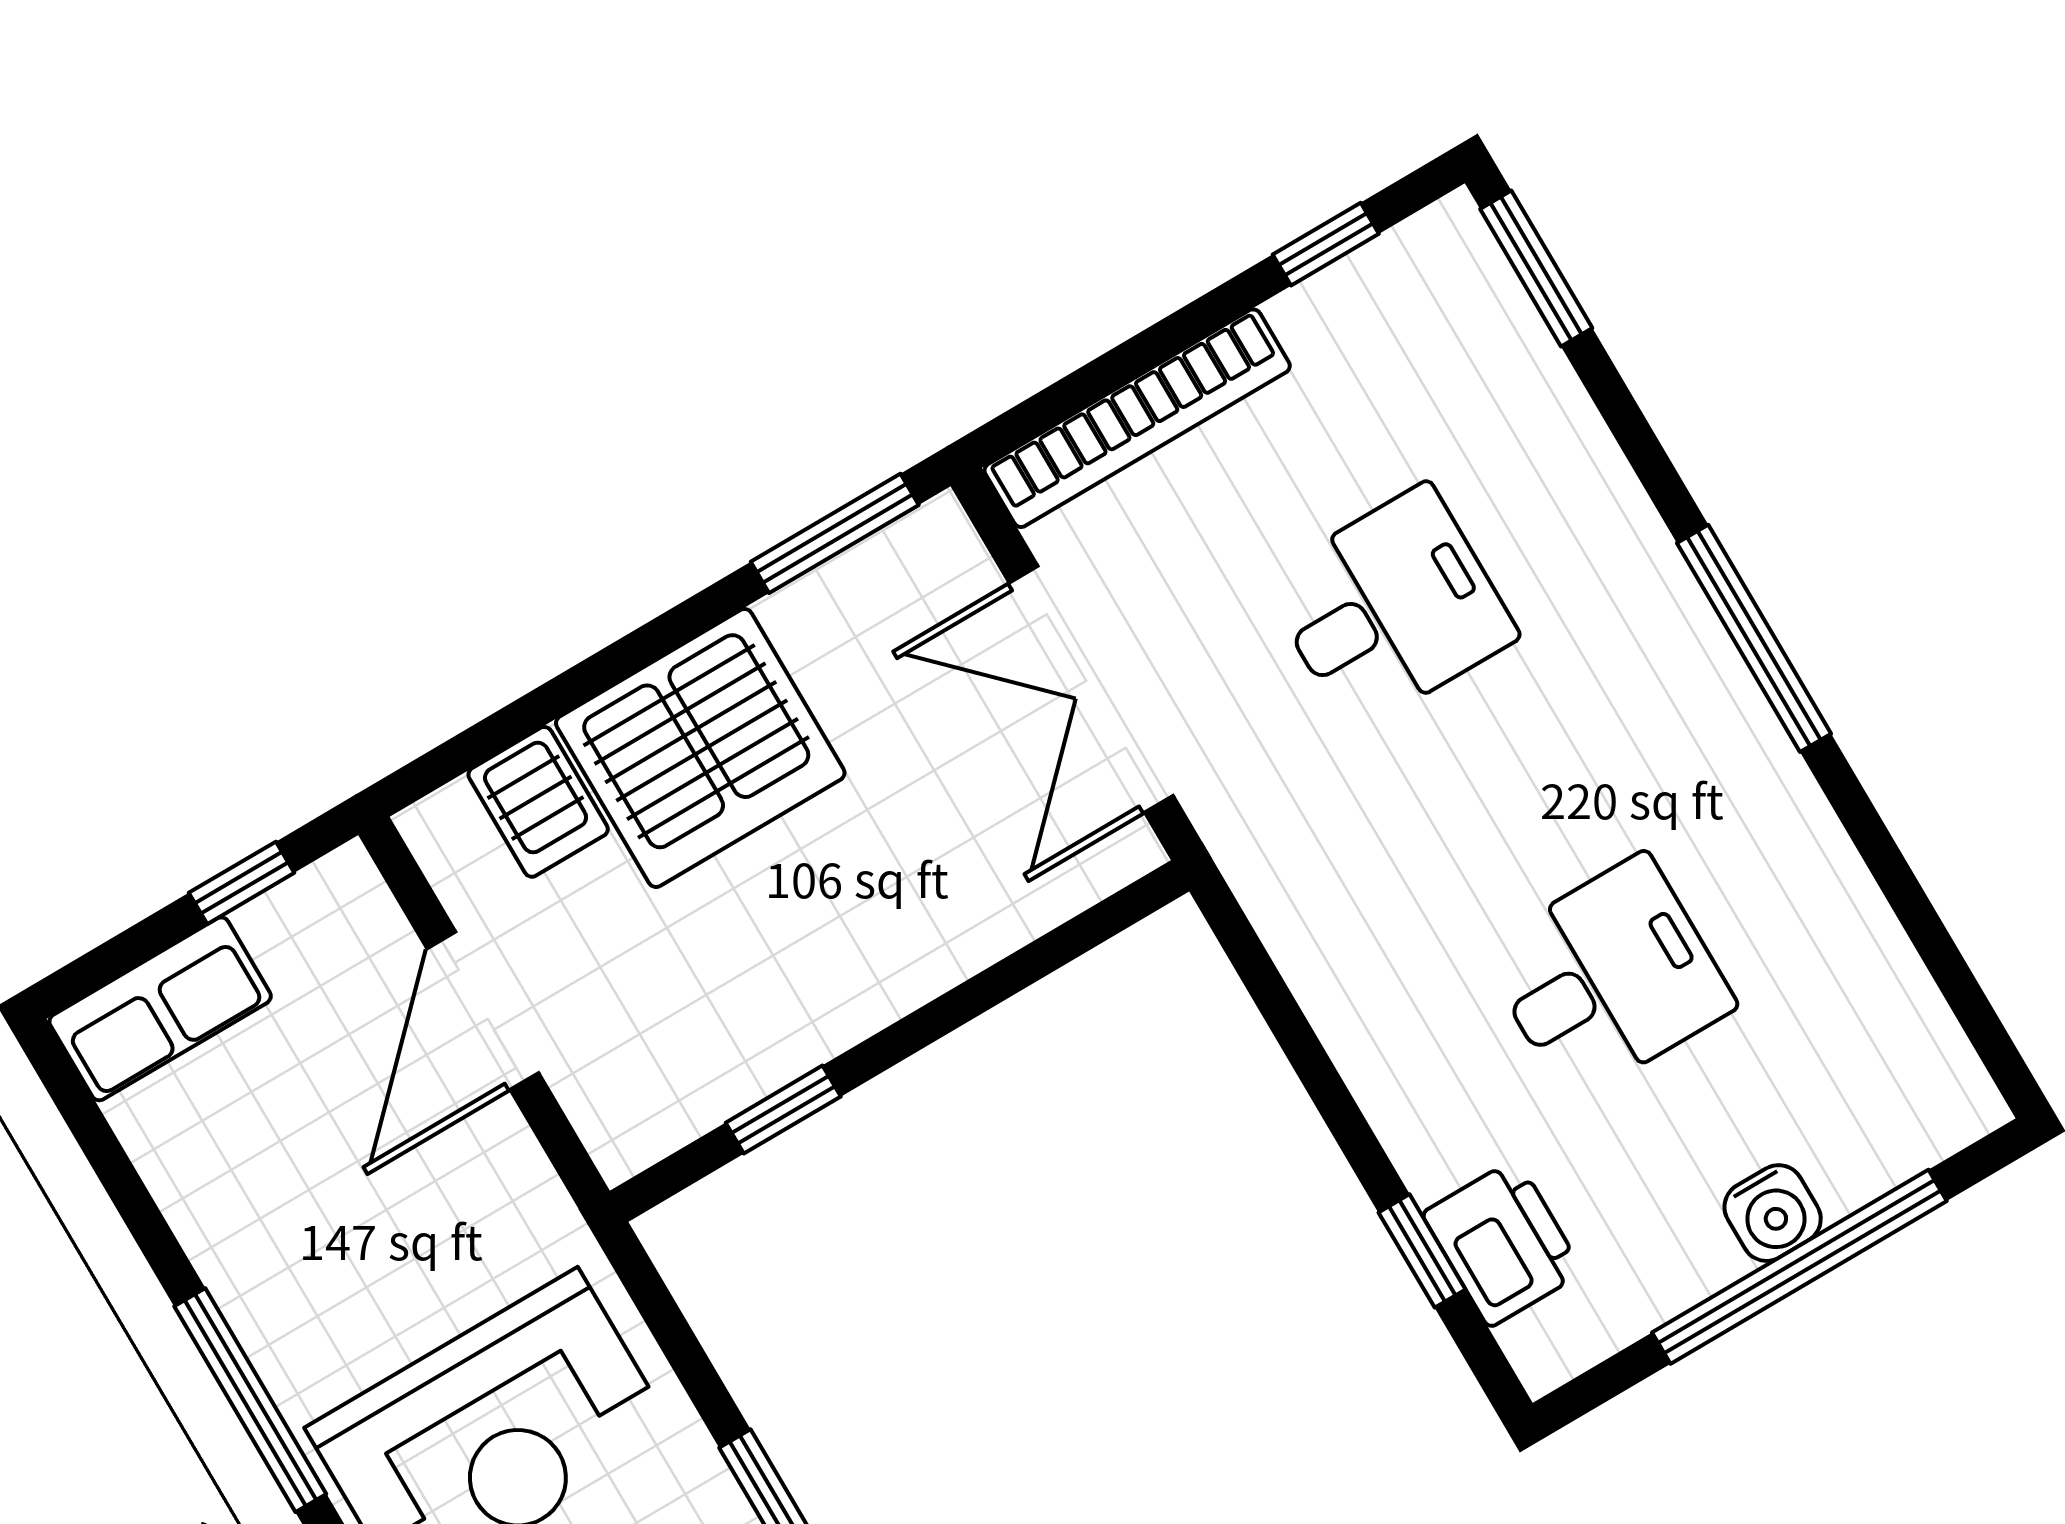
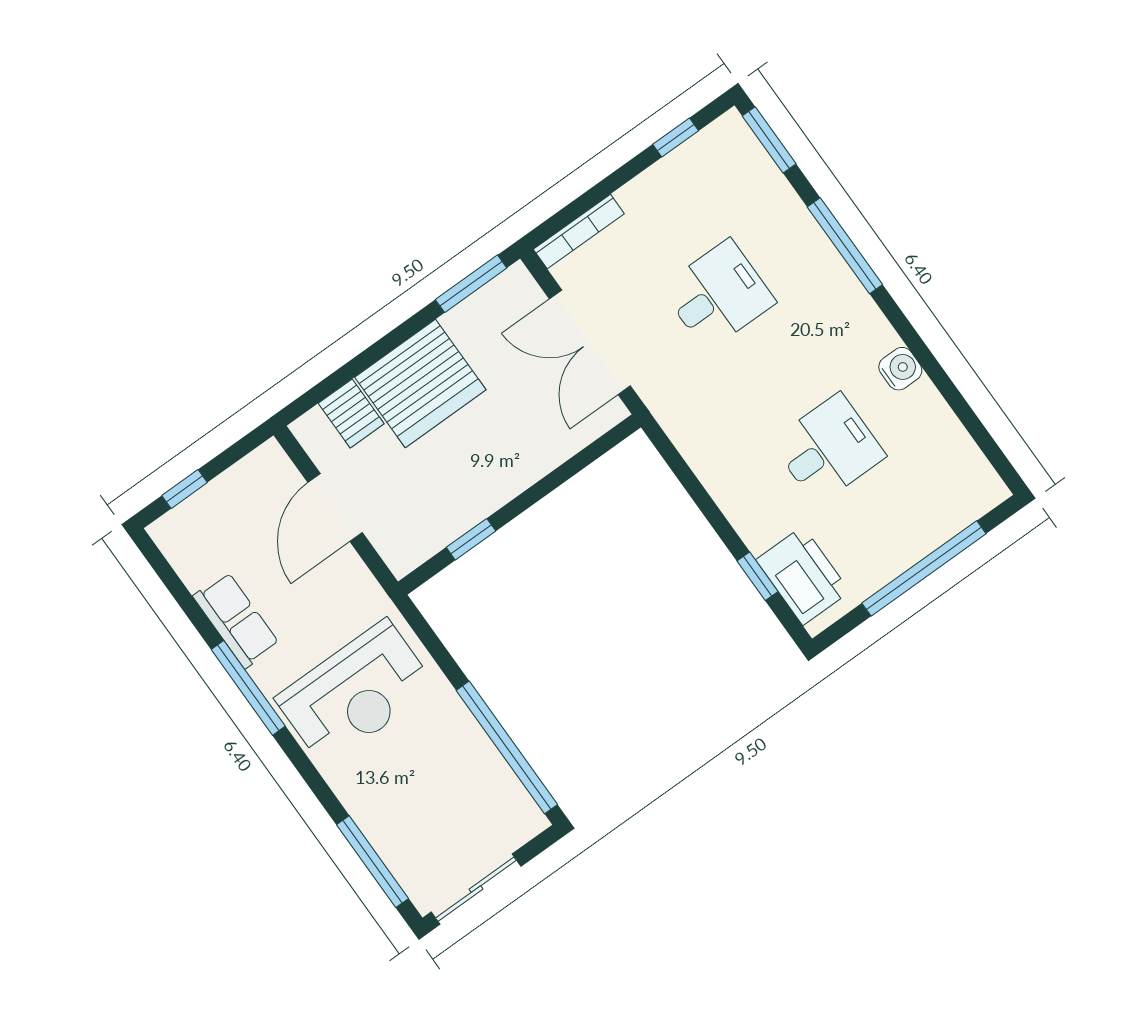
bookcase: (1137, 418) -> (579, 231), width x0.68, depth x0.76
window: (1754, 638) -> (845, 246), moved
window: (242, 883) -> (185, 489), moved
row of seats: (160, 1009) -> (236, 620), moved, turned -90
water cooler: (1773, 1213) -> (900, 369), moved, turned -90
printer: (1503, 1243) -> (803, 576), width x1.37, depth x1.19

